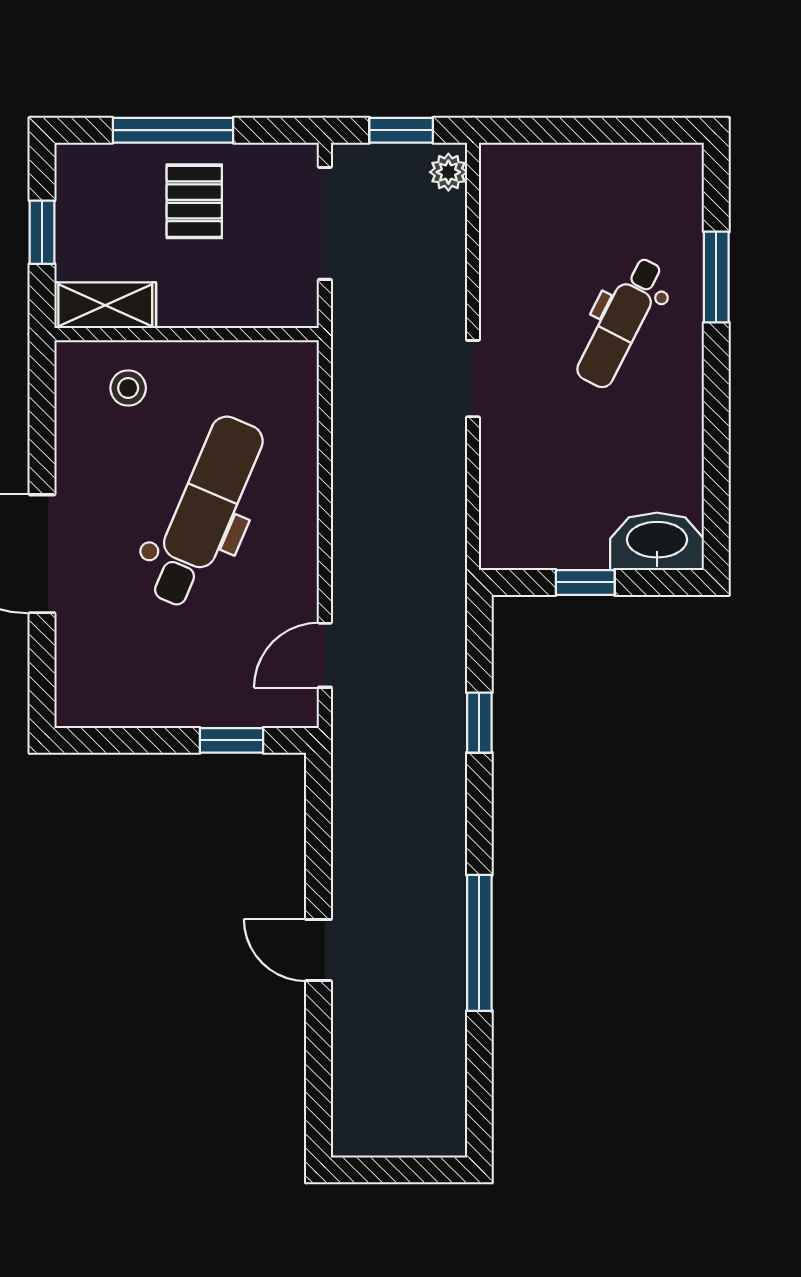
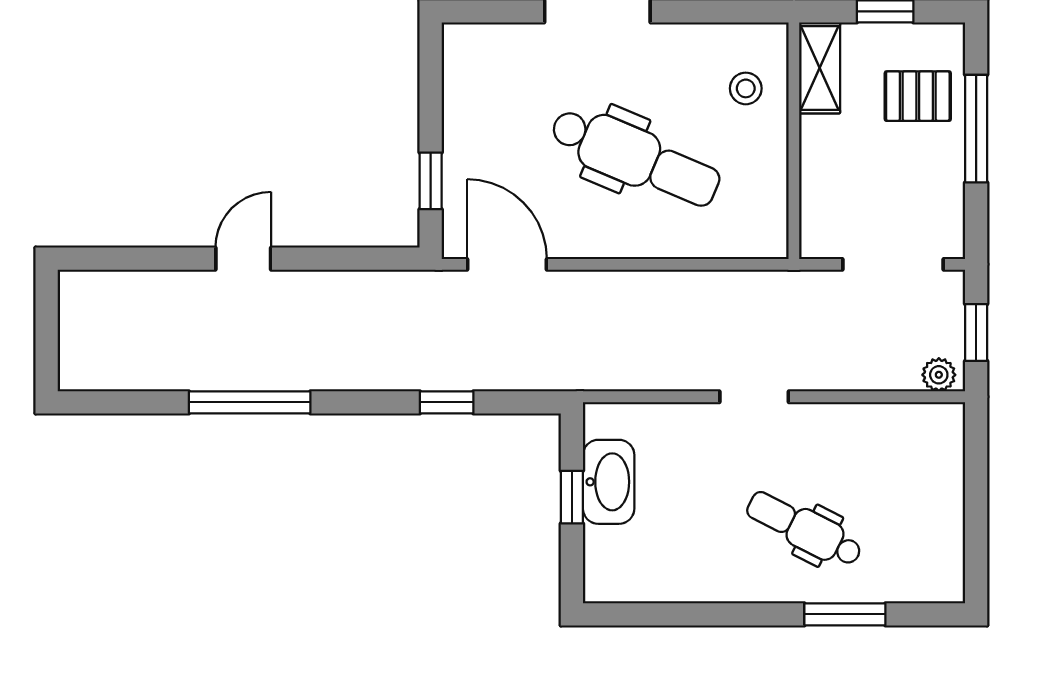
pallet: (194, 201) -> (918, 96), moved
washbasin: (657, 541) -> (609, 482), moved
door: (325, 655) -> (507, 264), width x1.38

